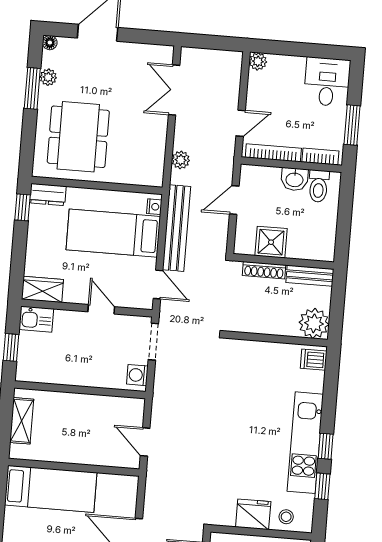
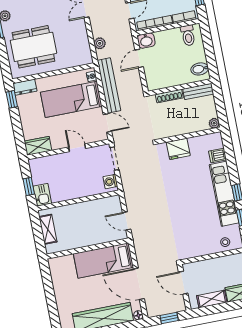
dining table: (78, 137) -> (33, 47), turned 90
washbasin: (295, 179) -> (146, 41), moved
shower: (271, 242) -> (169, 78), removed
bidet: (322, 242) -> (200, 69), added
kitchen sink: (36, 319) -> (42, 195), moved, turned -90
plant: (314, 323) -> (214, 123), width x0.53, depth x0.53
dishwasher: (314, 360) -> (218, 155), moved
bed: (51, 489) -> (103, 260), moved, turned 180
fridge: (253, 514) -> (178, 149), moved, turned 180

